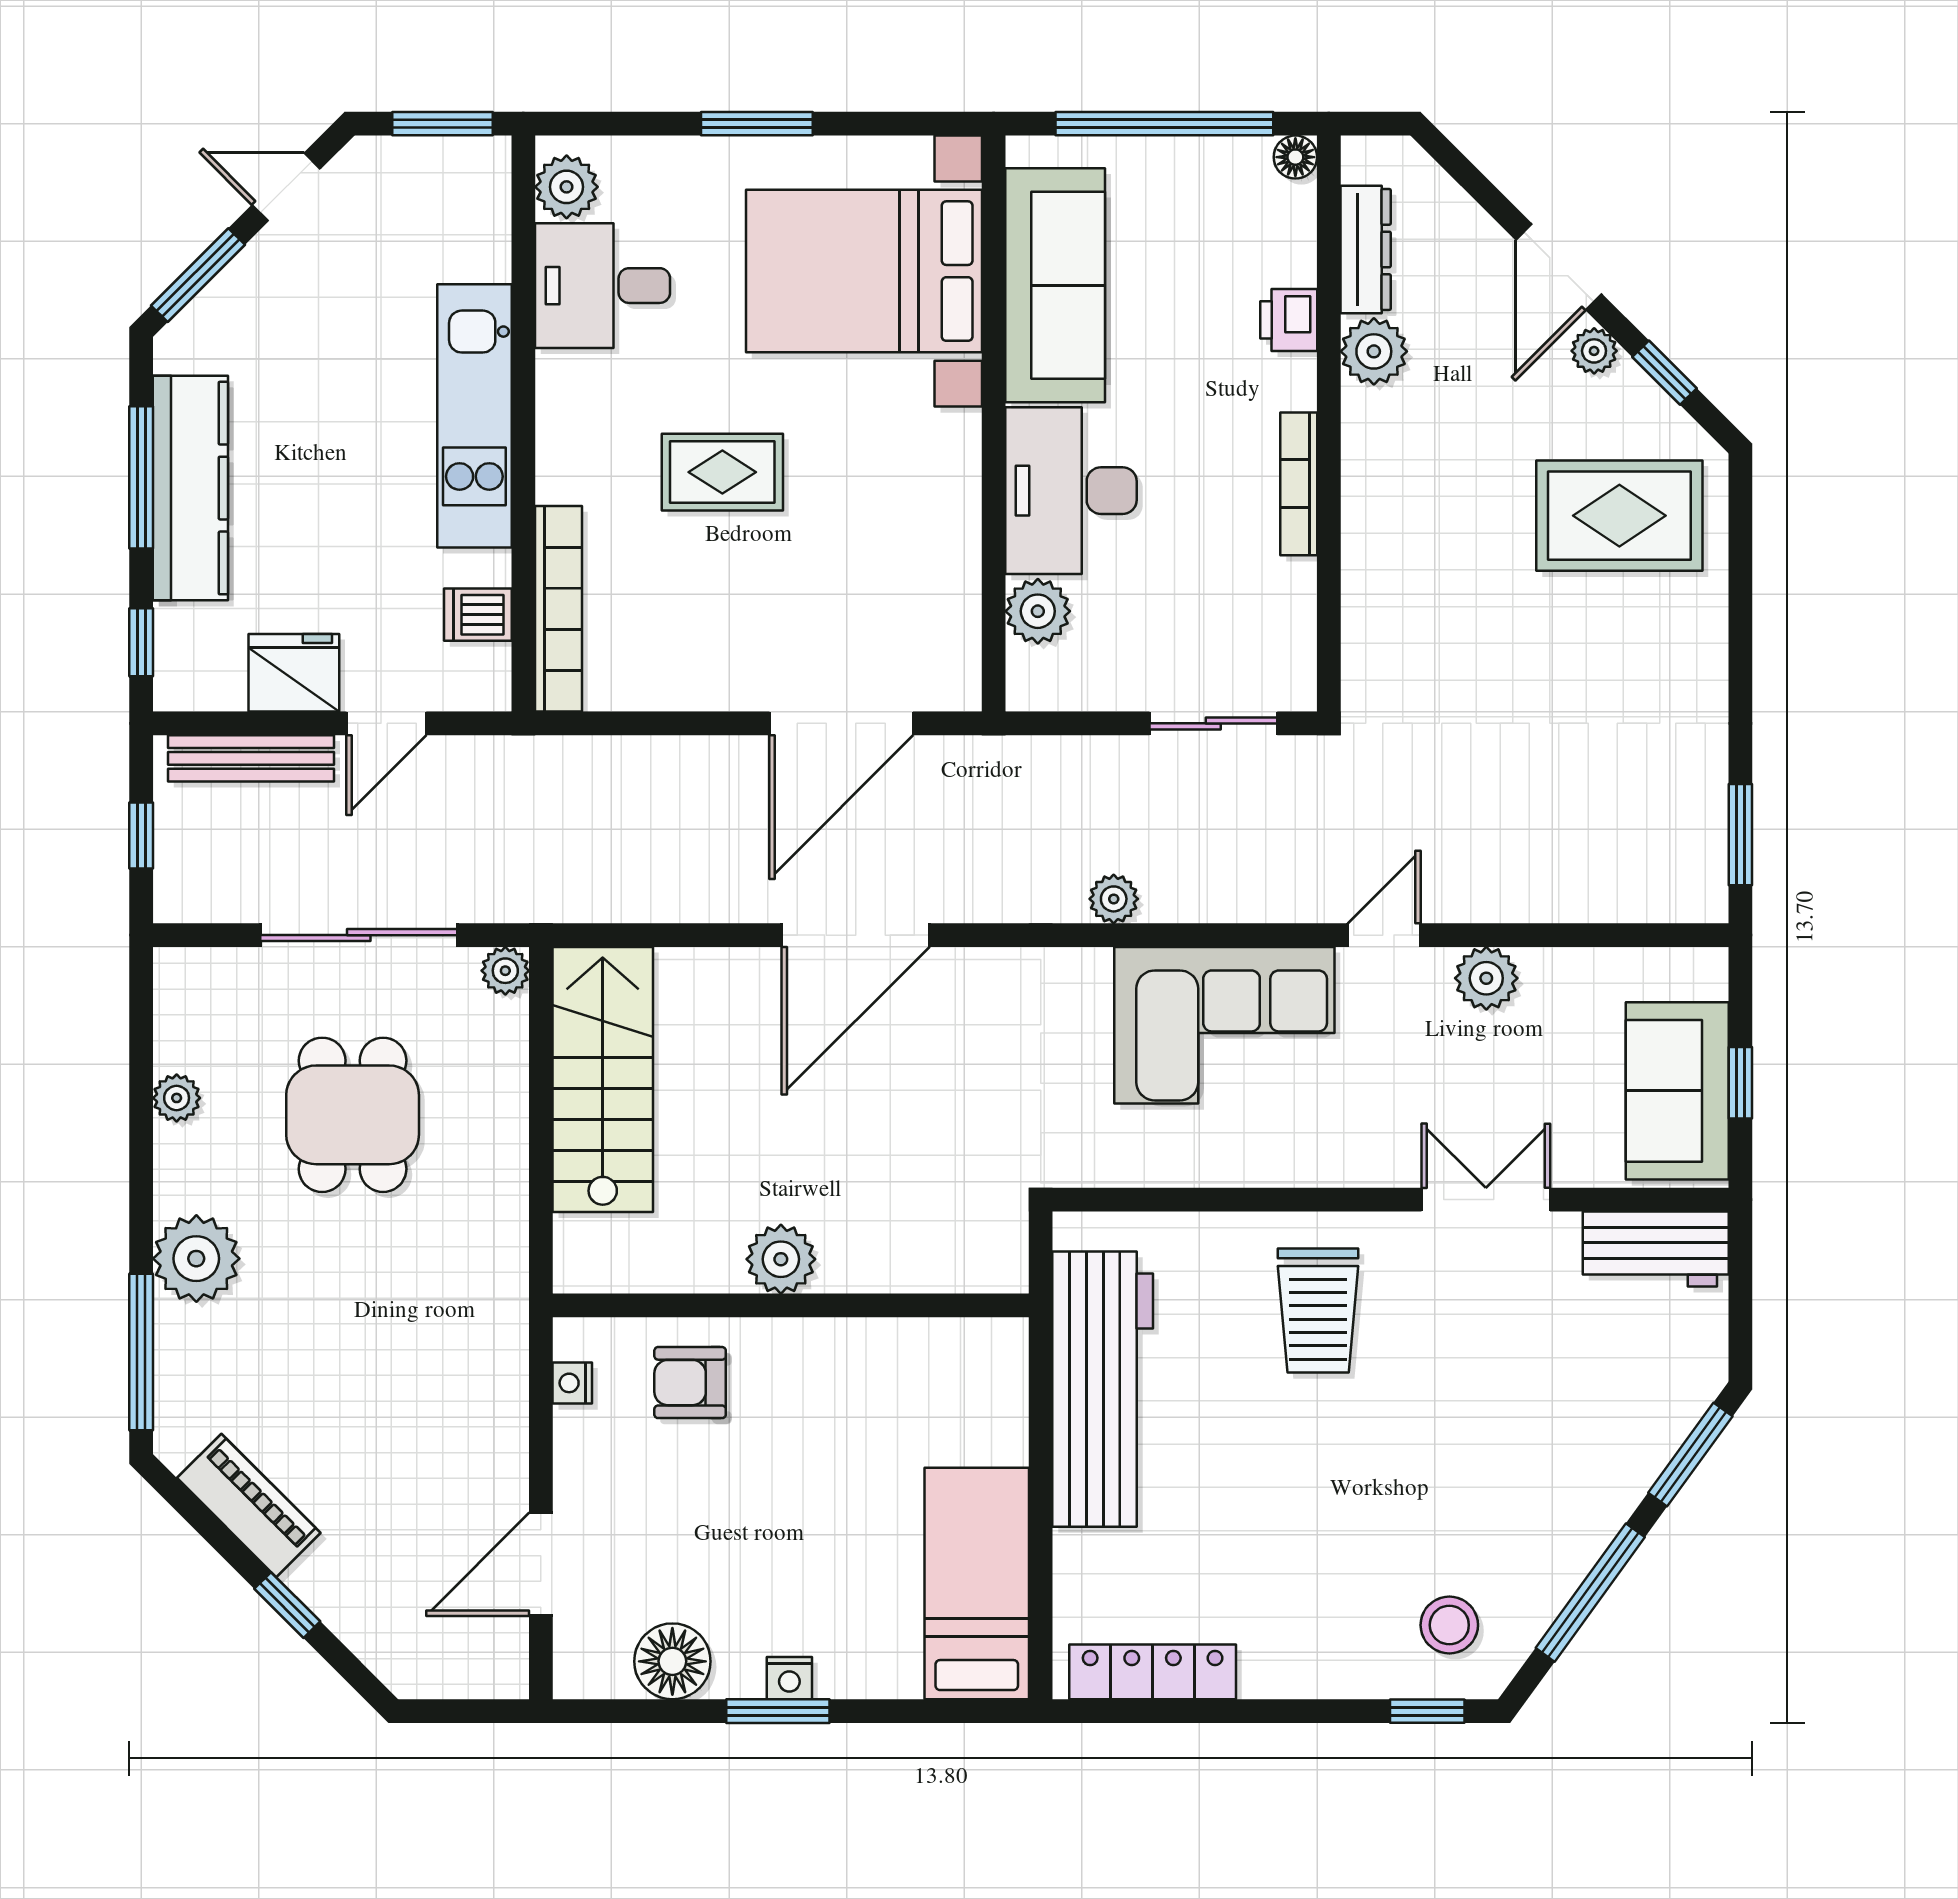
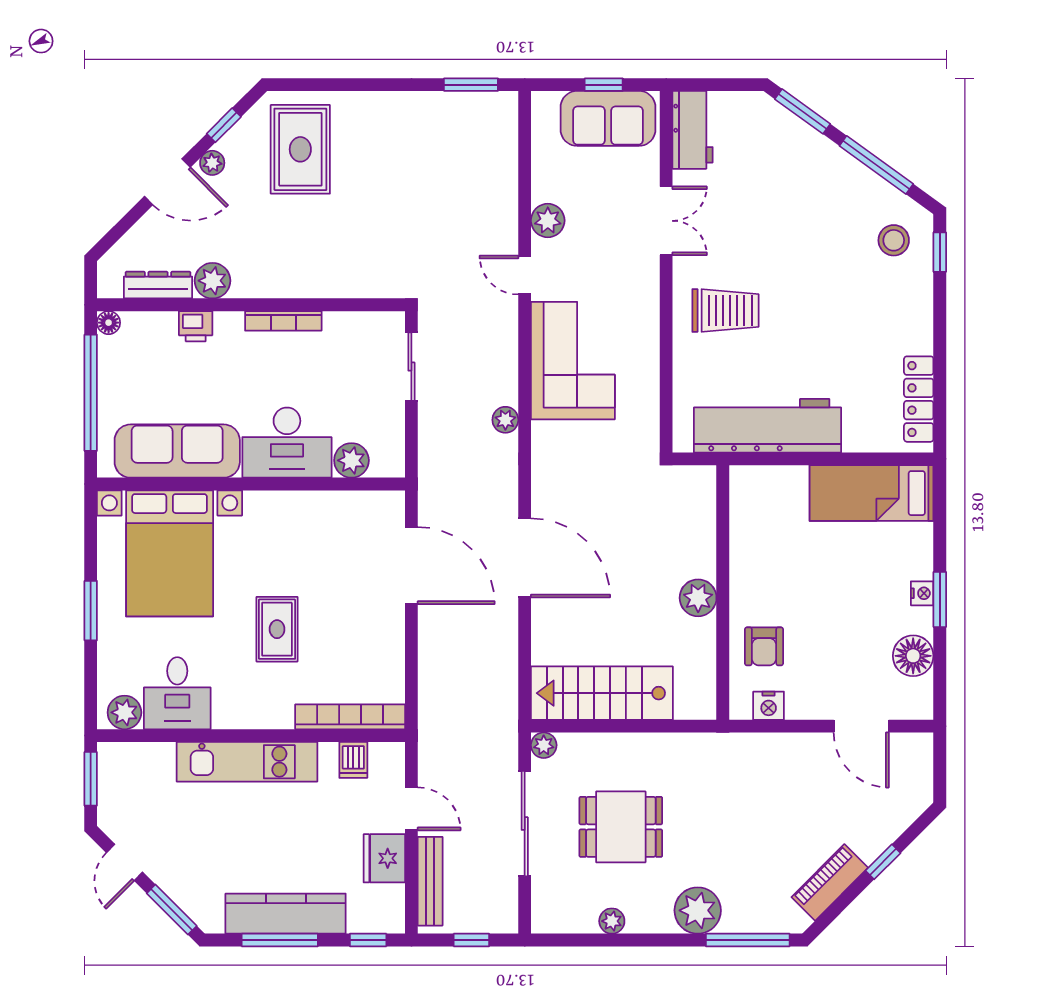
double door: (1486, 1200) -> (666, 221), swing flipped
nightstand: (572, 1383) -> (769, 706), width x1.39, depth x1.35

